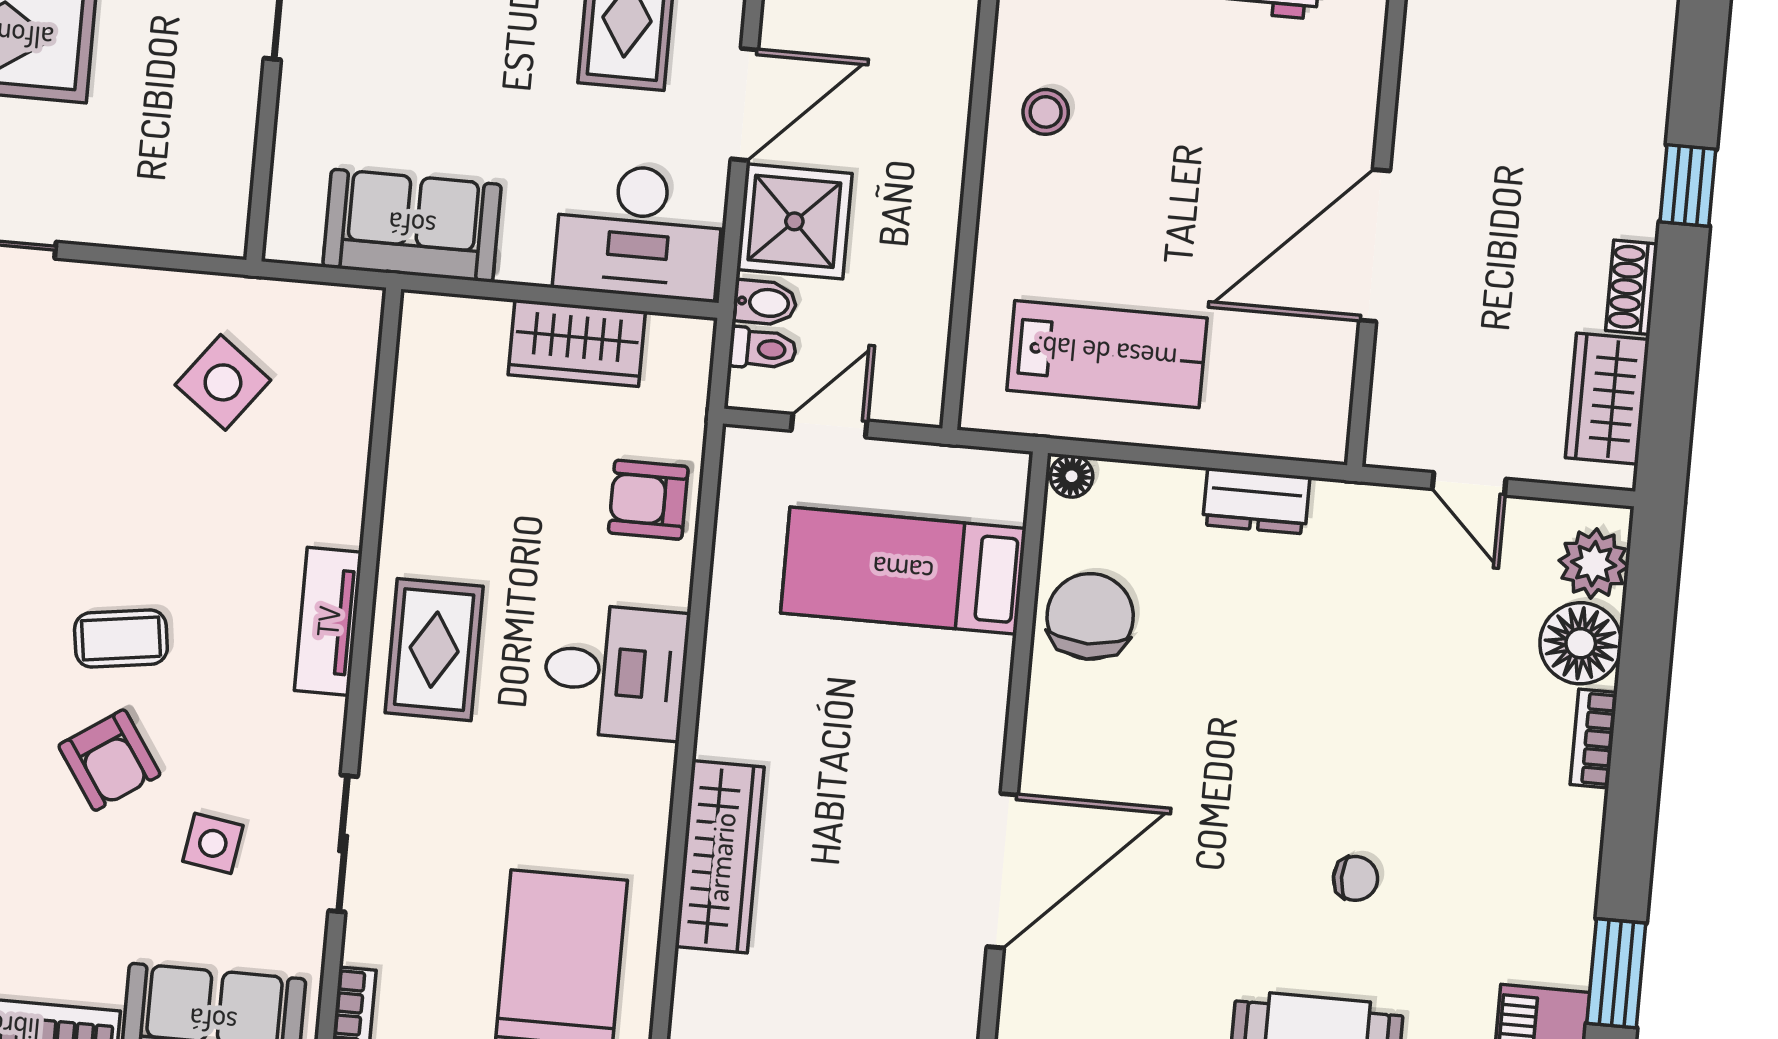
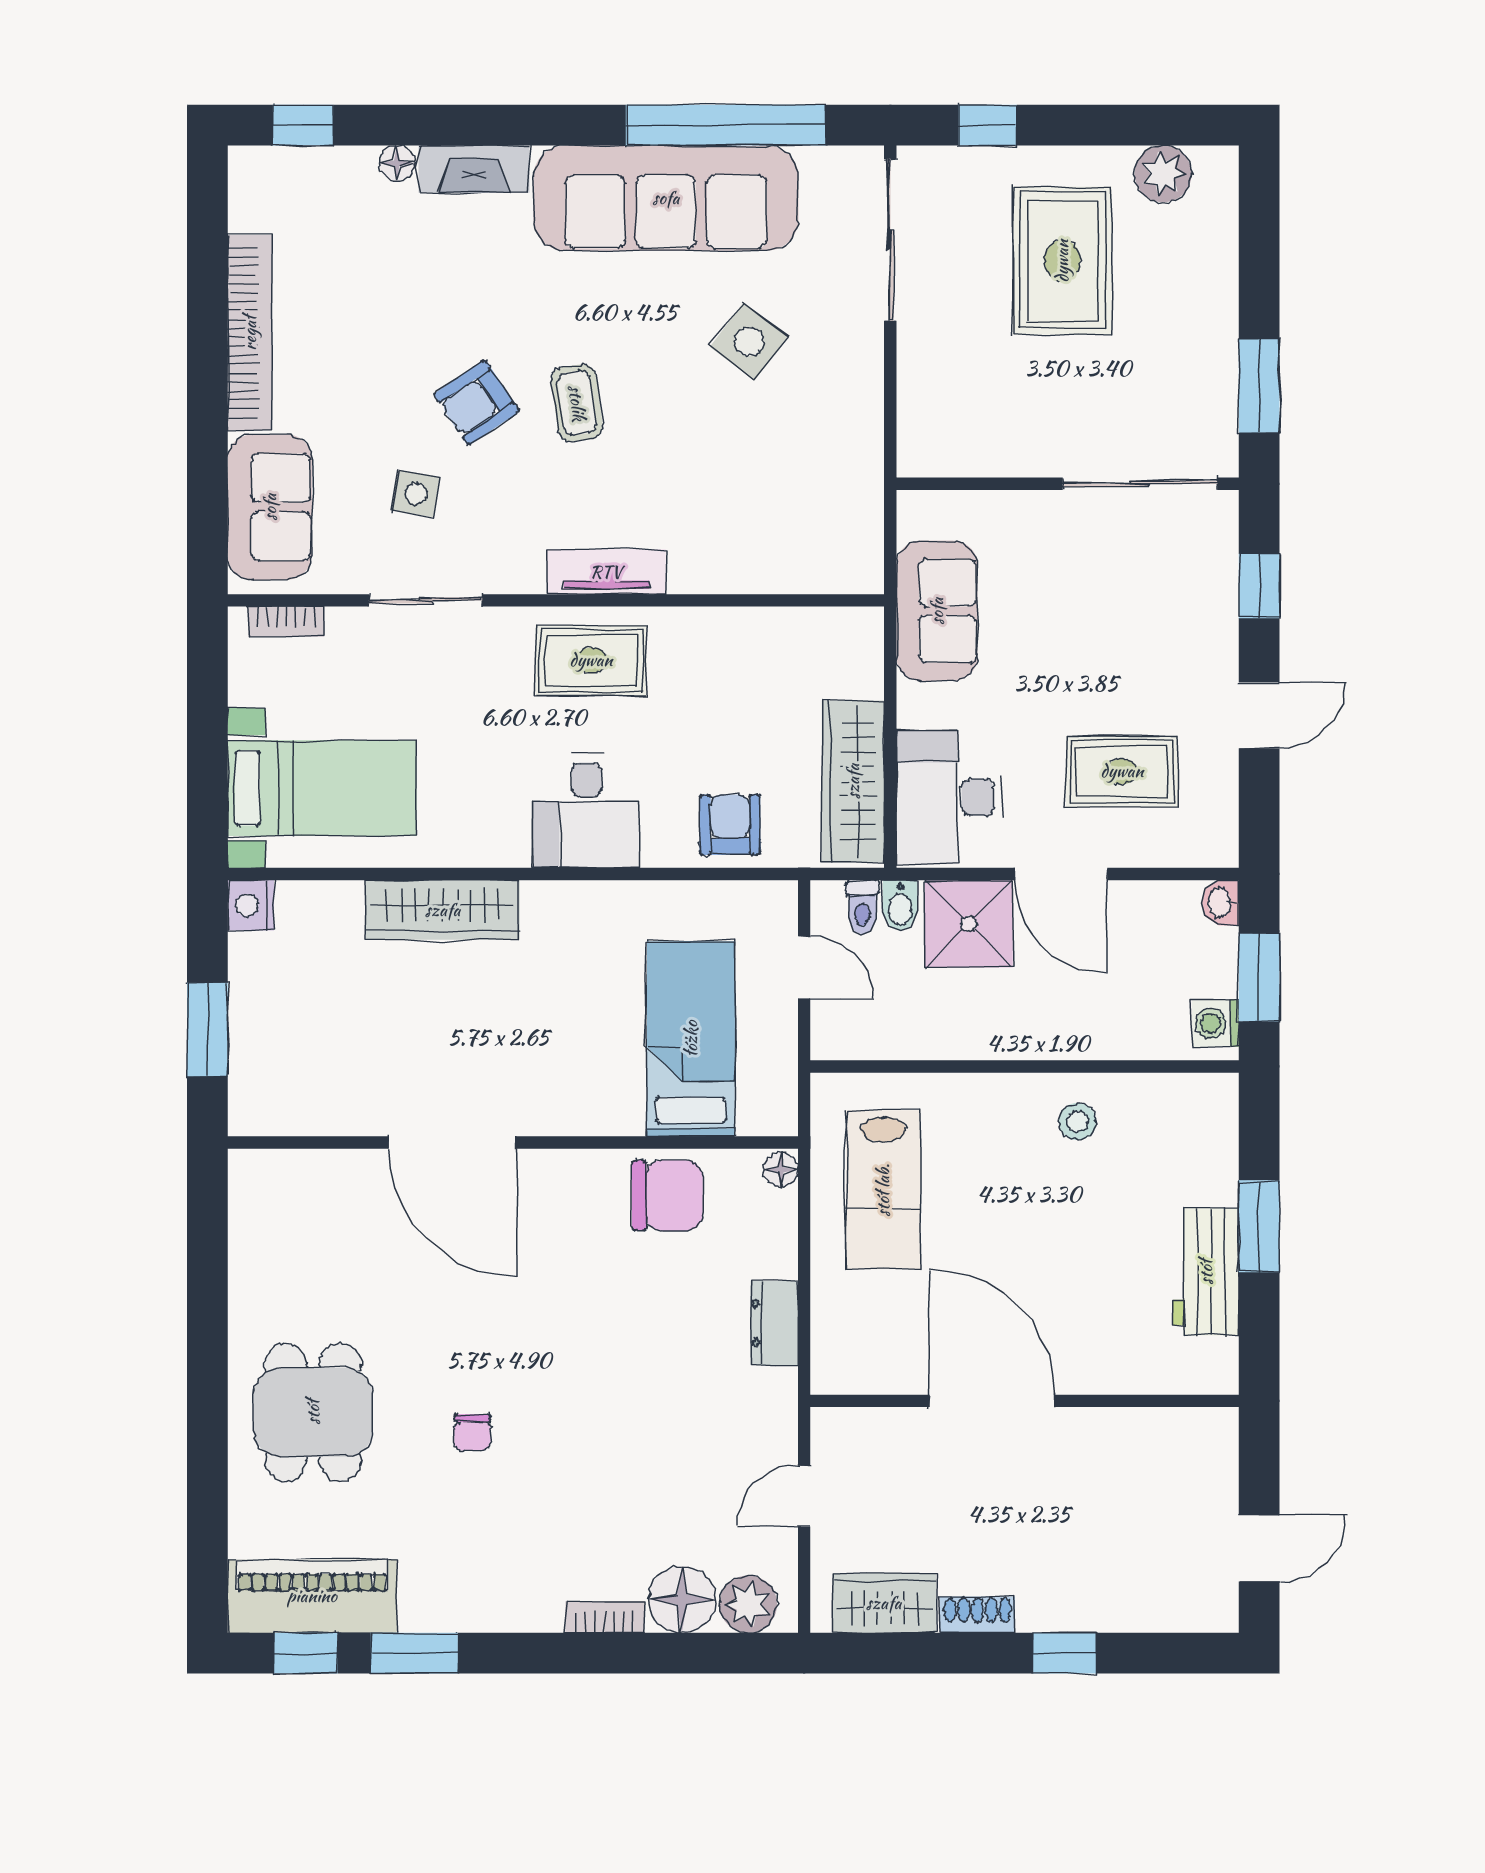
wardrobe: (577, 343) -> (853, 781), width x1.50
side table: (223, 382) -> (749, 341), moved

